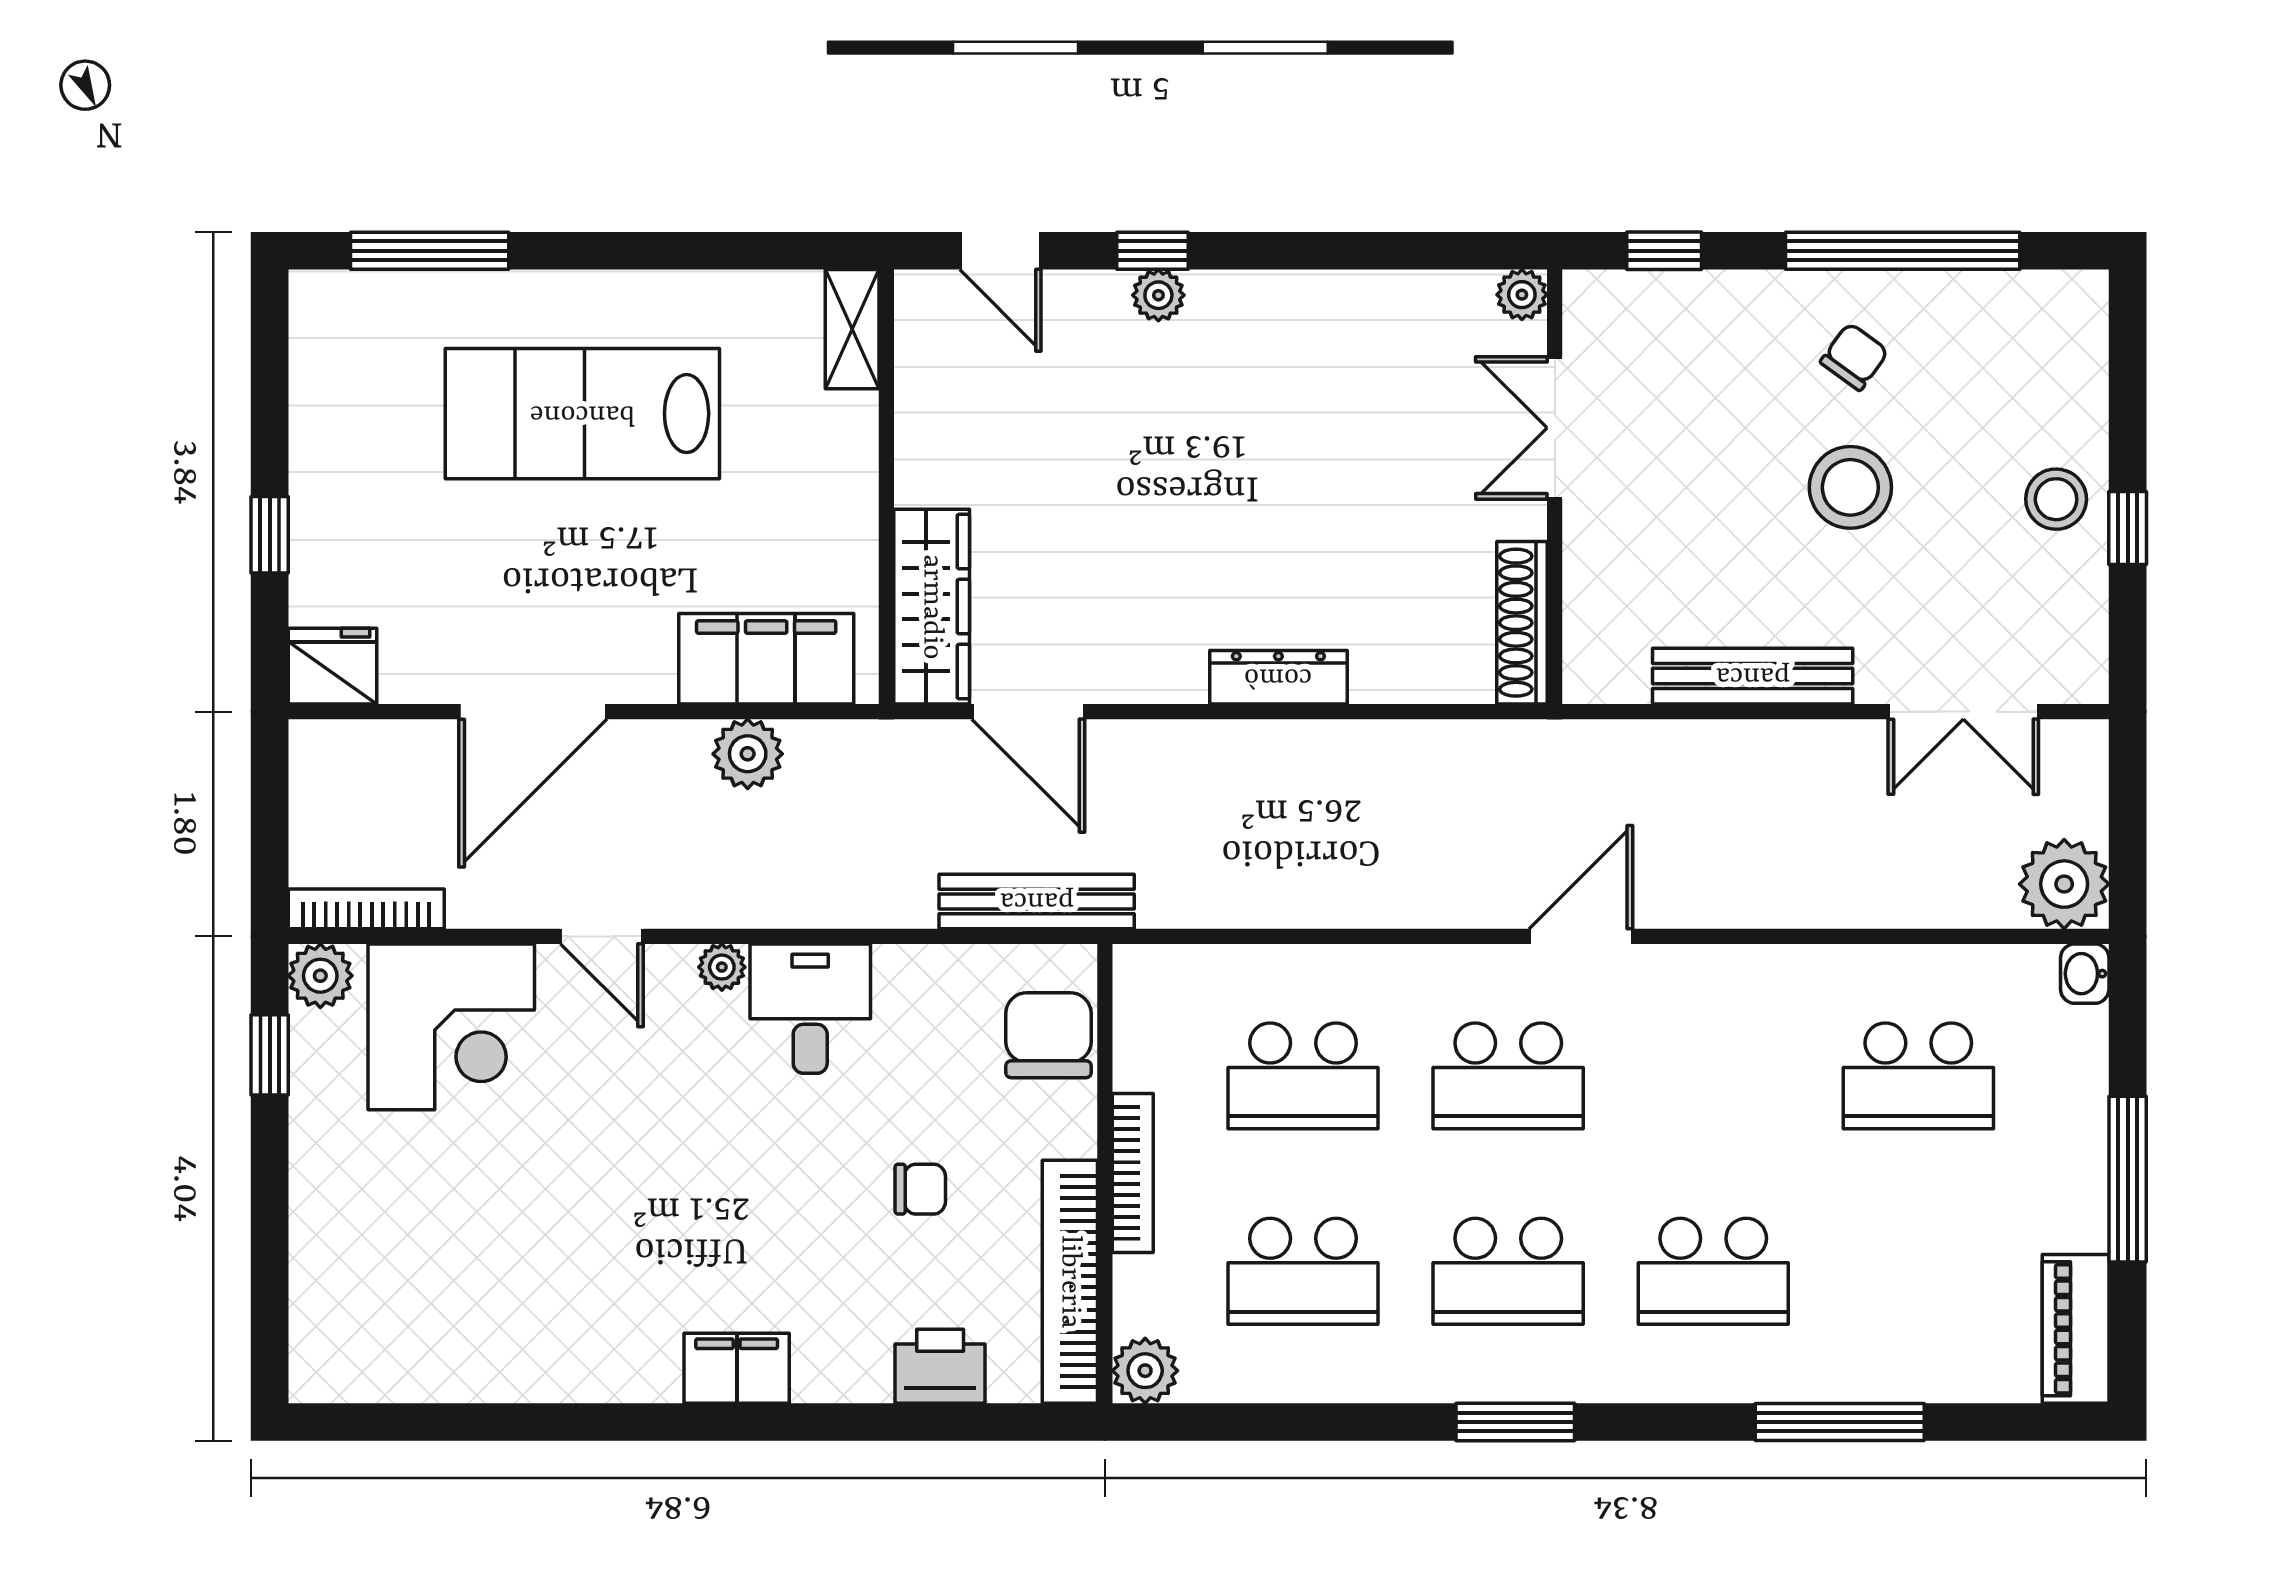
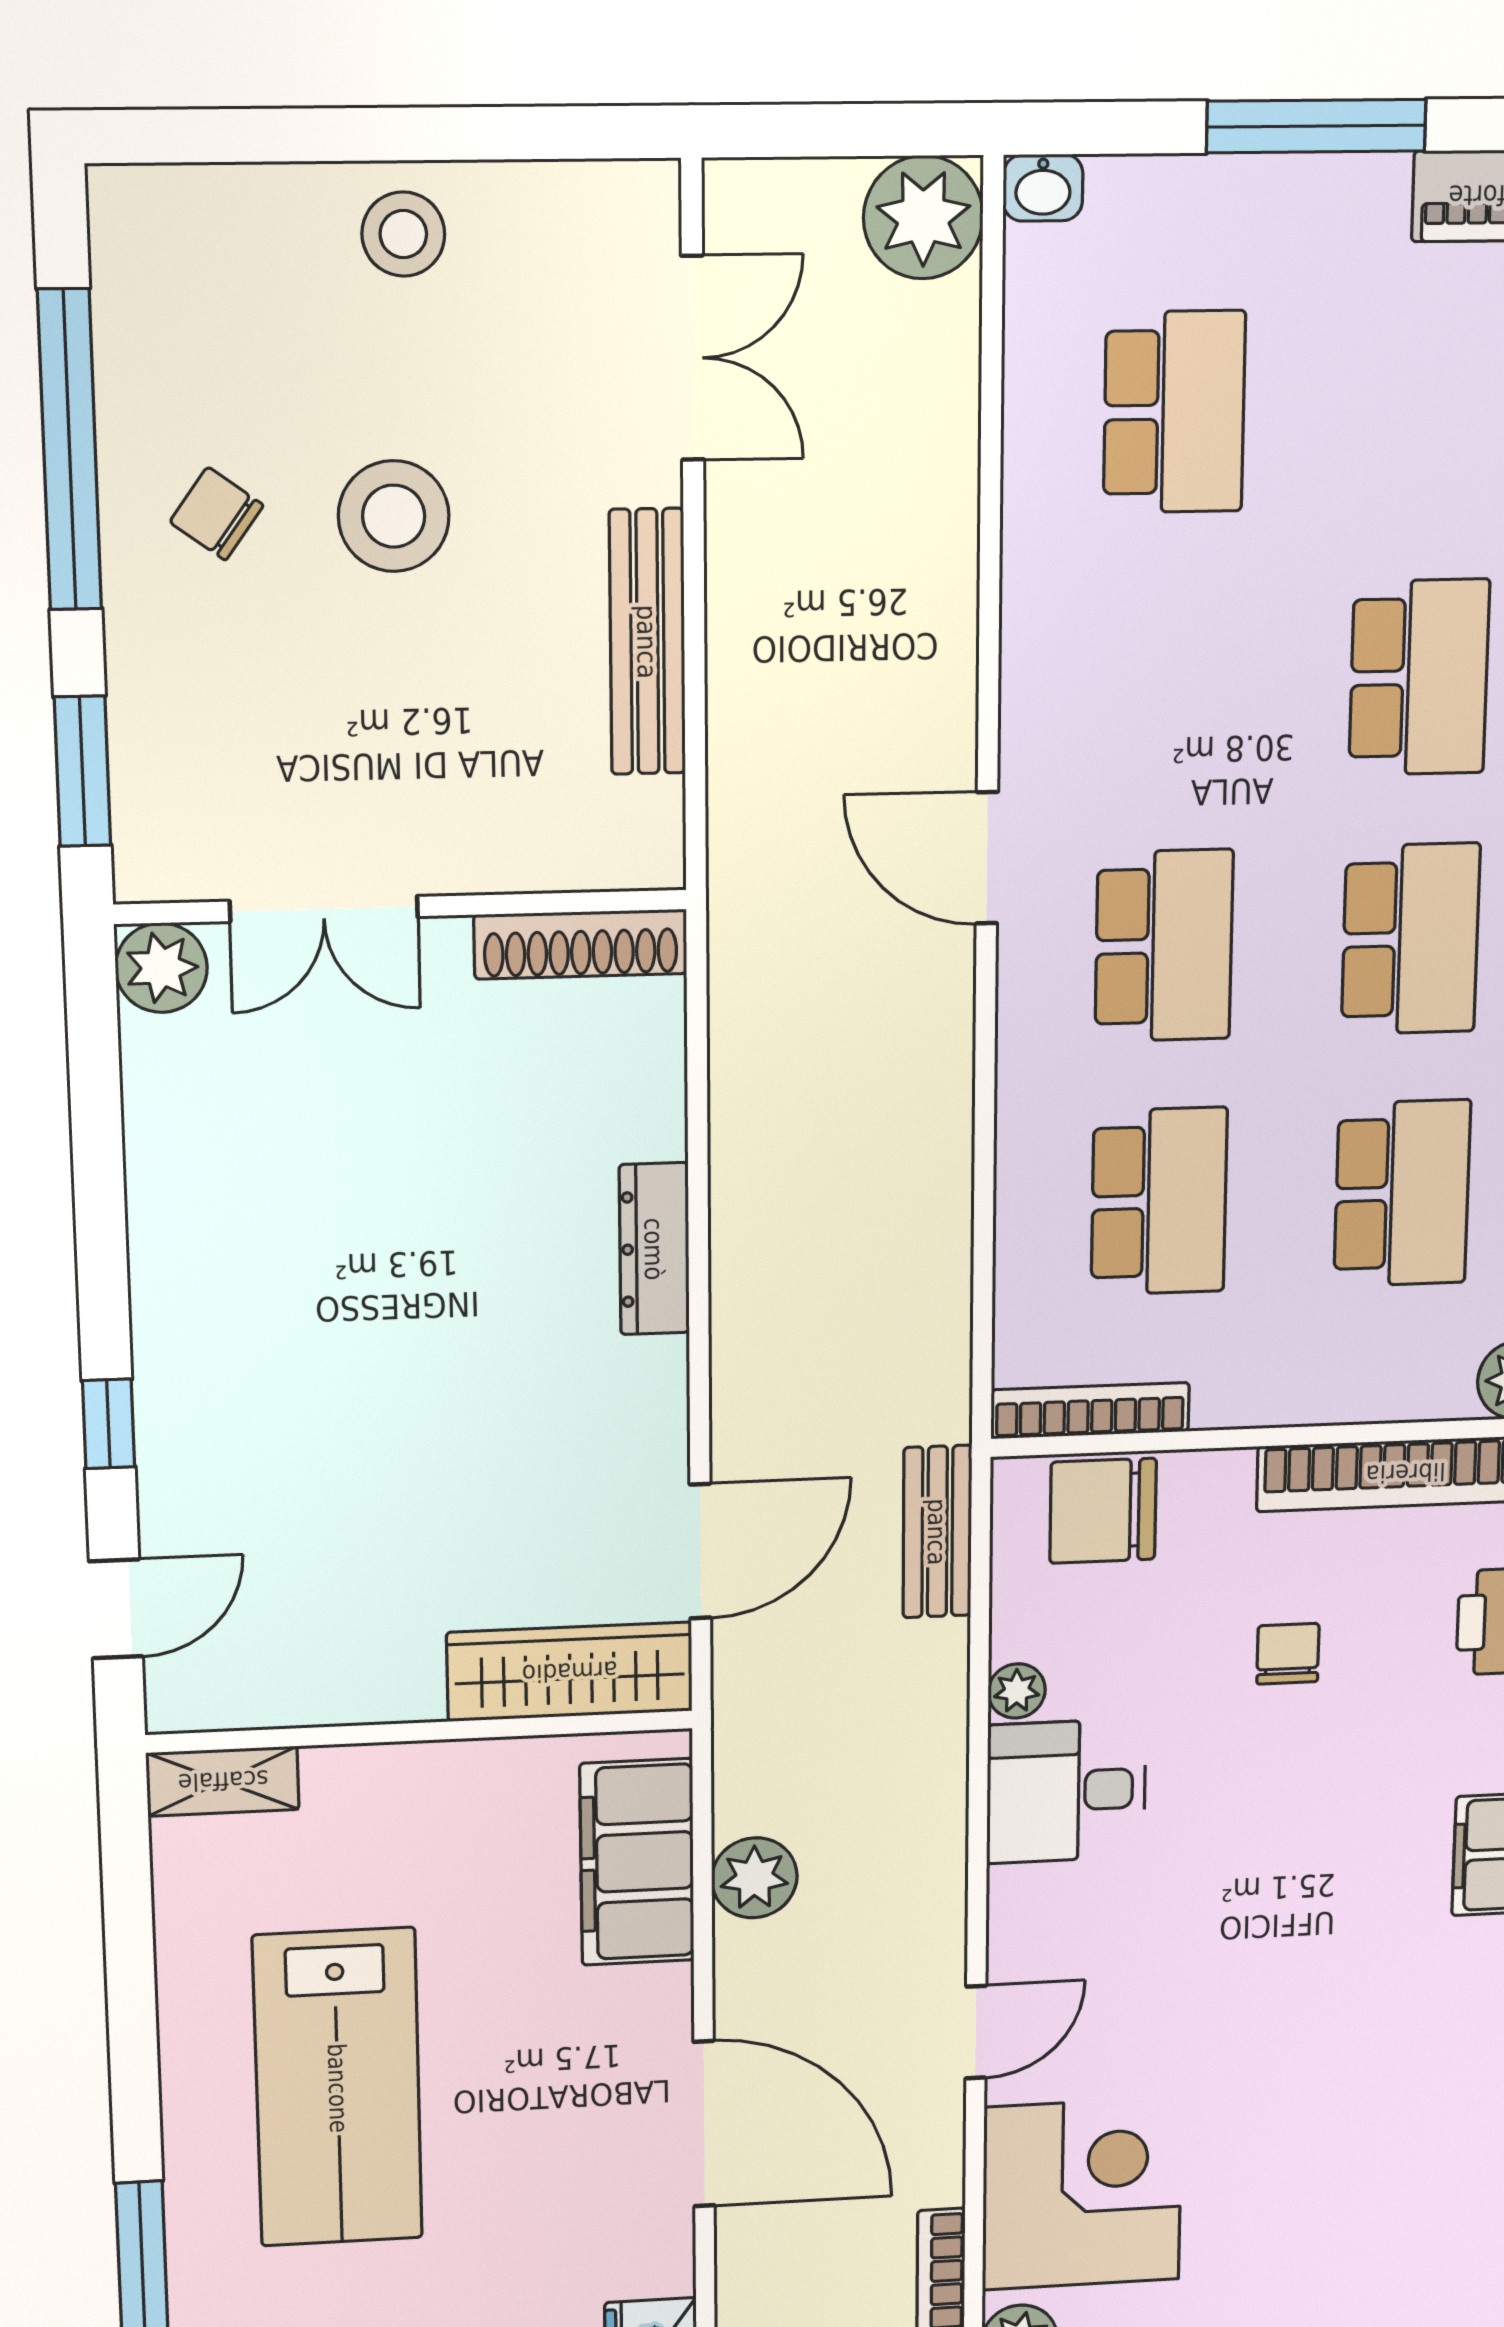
window: (1664, 251) -> (82, 771), width x1.50
plant: (1158, 295) -> (166, 1414), removed
plant: (1522, 295) -> (161, 968), width x1.38, depth x1.38
window: (2128, 528) -> (441, 134), removed
bench: (1037, 901) -> (937, 1532), width x0.73
plant: (722, 967) -> (1017, 1691), moved
bookcase: (1133, 1173) -> (1090, 1411), moved

